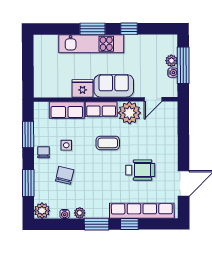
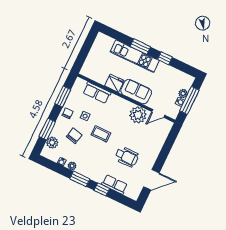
row of seats: (101, 109) -> (120, 103), removed
coffee table: (108, 143) -> (101, 134), moved
plant: (42, 211) -> (52, 143), moved
row of seats: (142, 211) -> (115, 184), width x0.50

